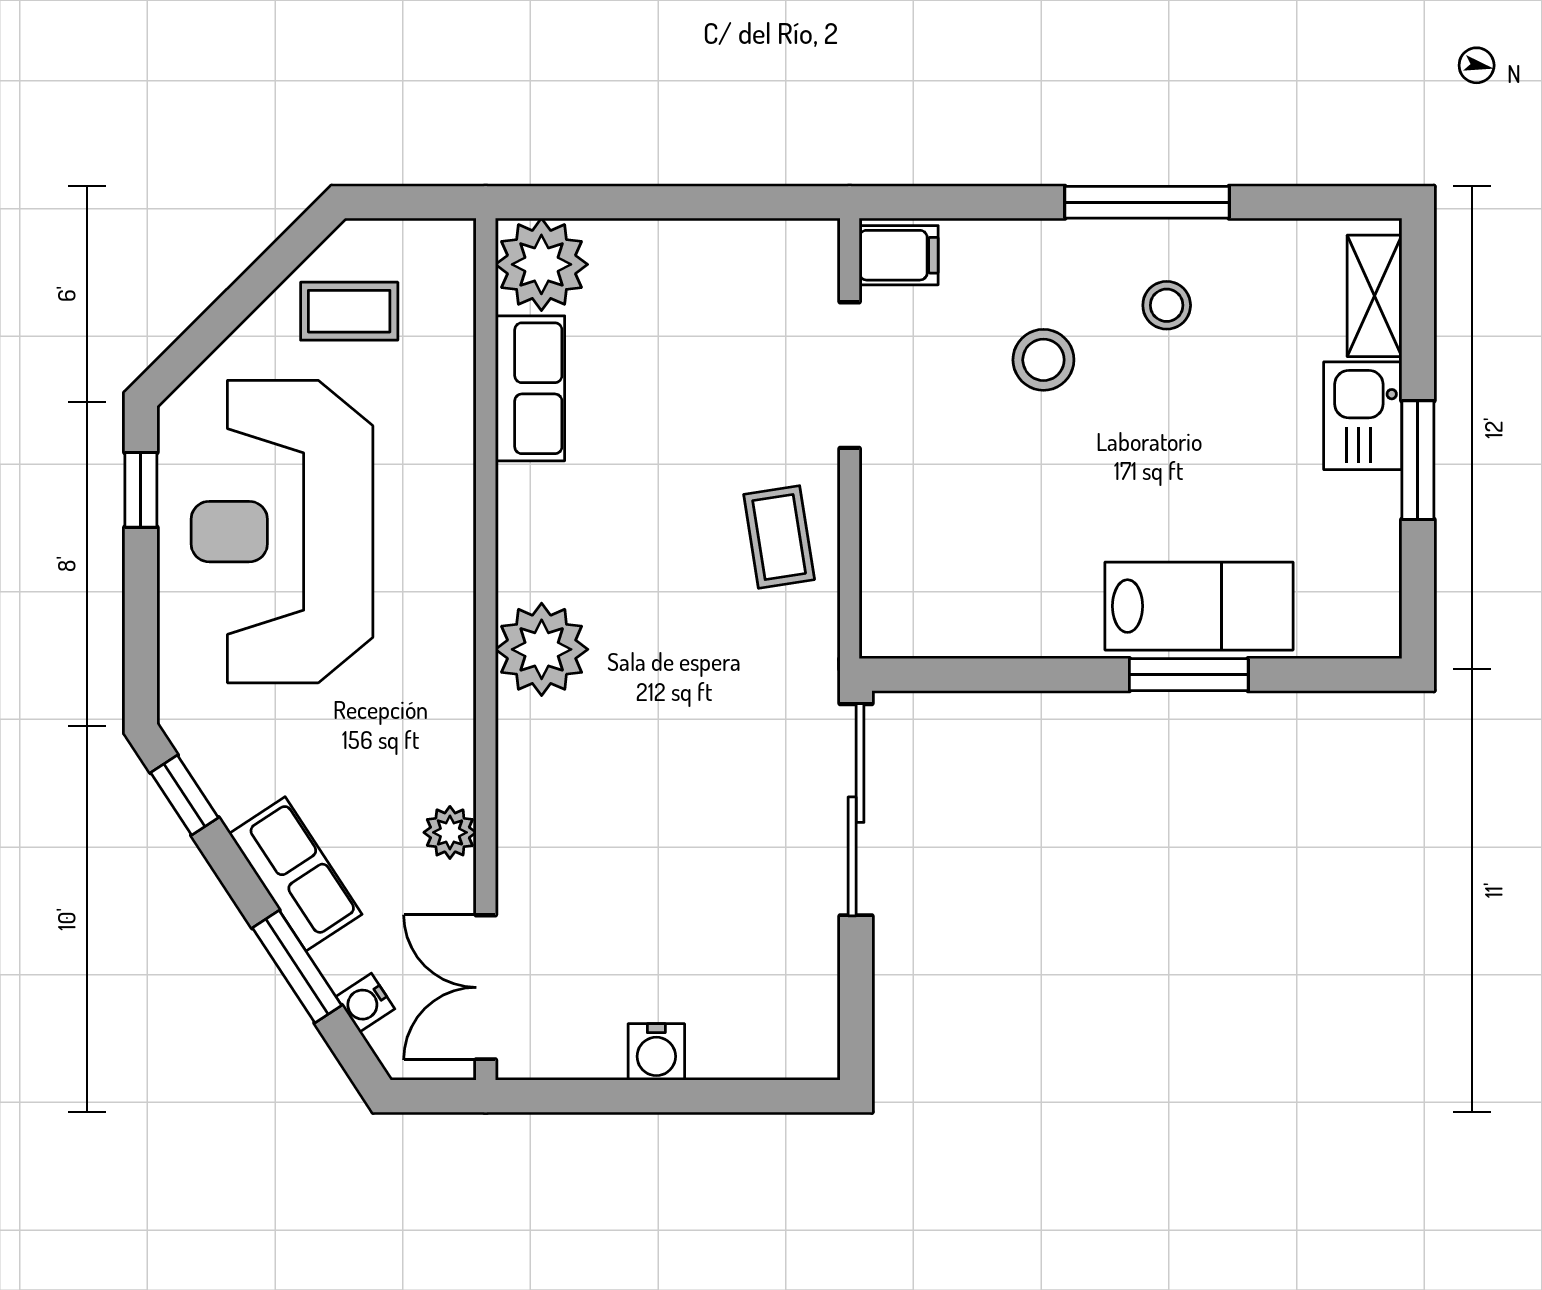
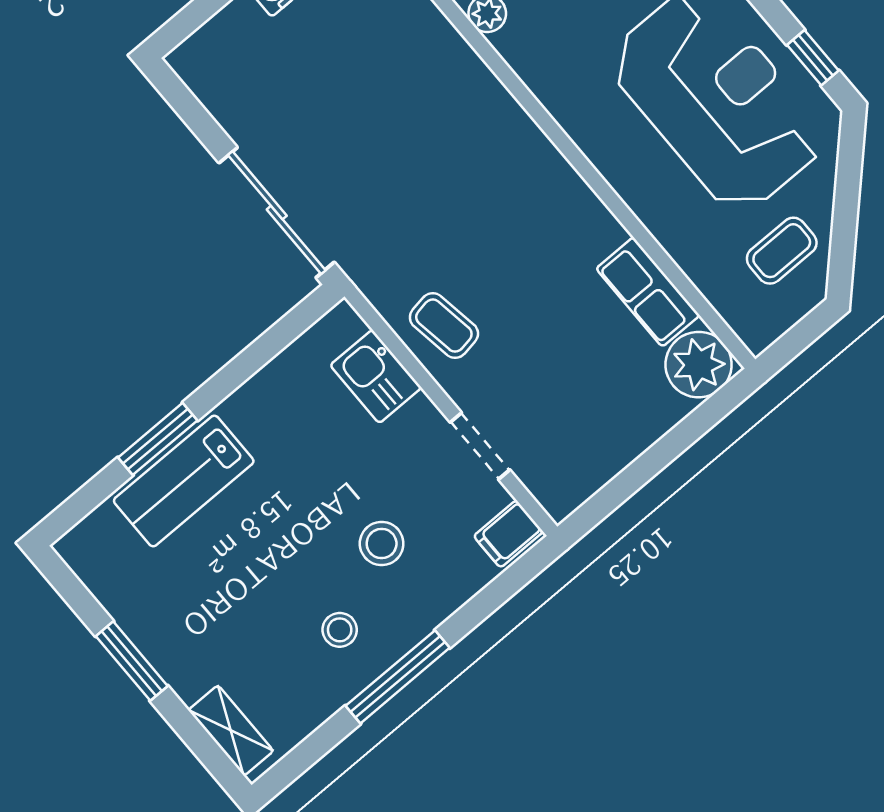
doorway: (850, 375) -> (480, 446), width x0.73
kitchen sink: (1363, 416) -> (376, 376), moved, turned 180
plant: (542, 649) -> (522, 155), removed

